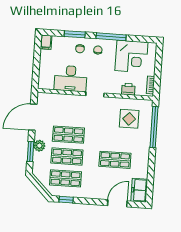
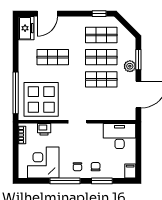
desk: (71, 78) -> (120, 136), moved
display table: (129, 119) -> (41, 99), width x1.86, depth x1.86

